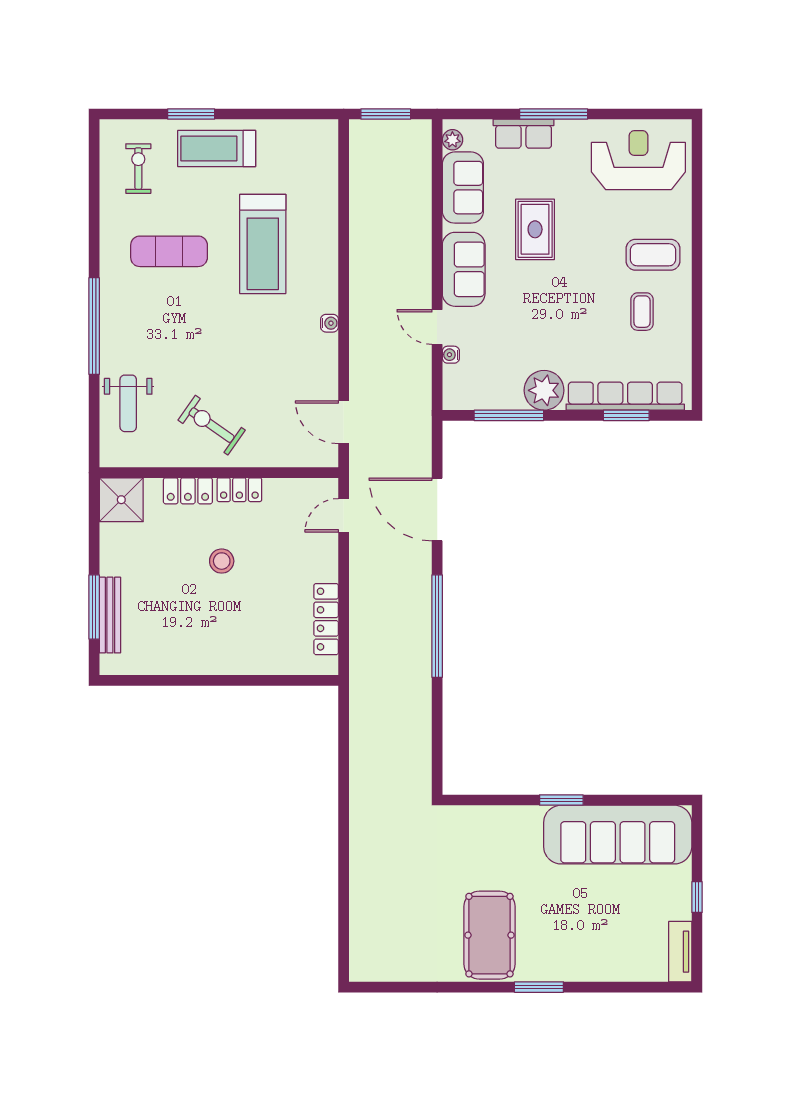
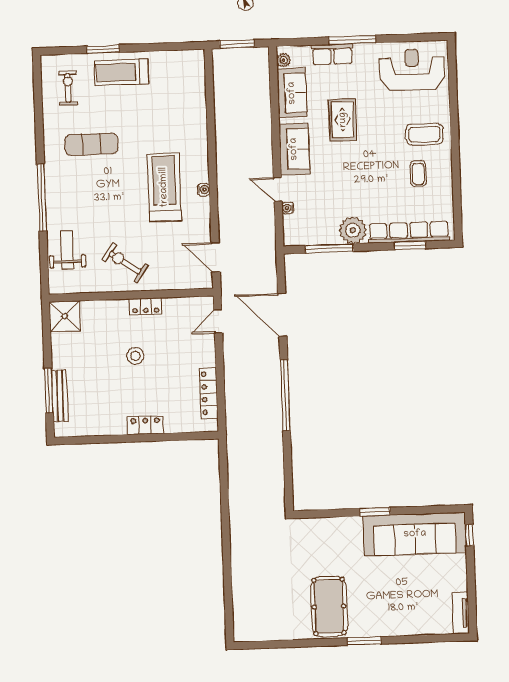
treadmill: (263, 244) -> (164, 187), moved, turned 180
weight bench: (128, 403) -> (67, 250), turned 180
locker: (188, 491) -> (145, 425), moved, turned 180
window: (697, 897) -> (469, 535), moved

